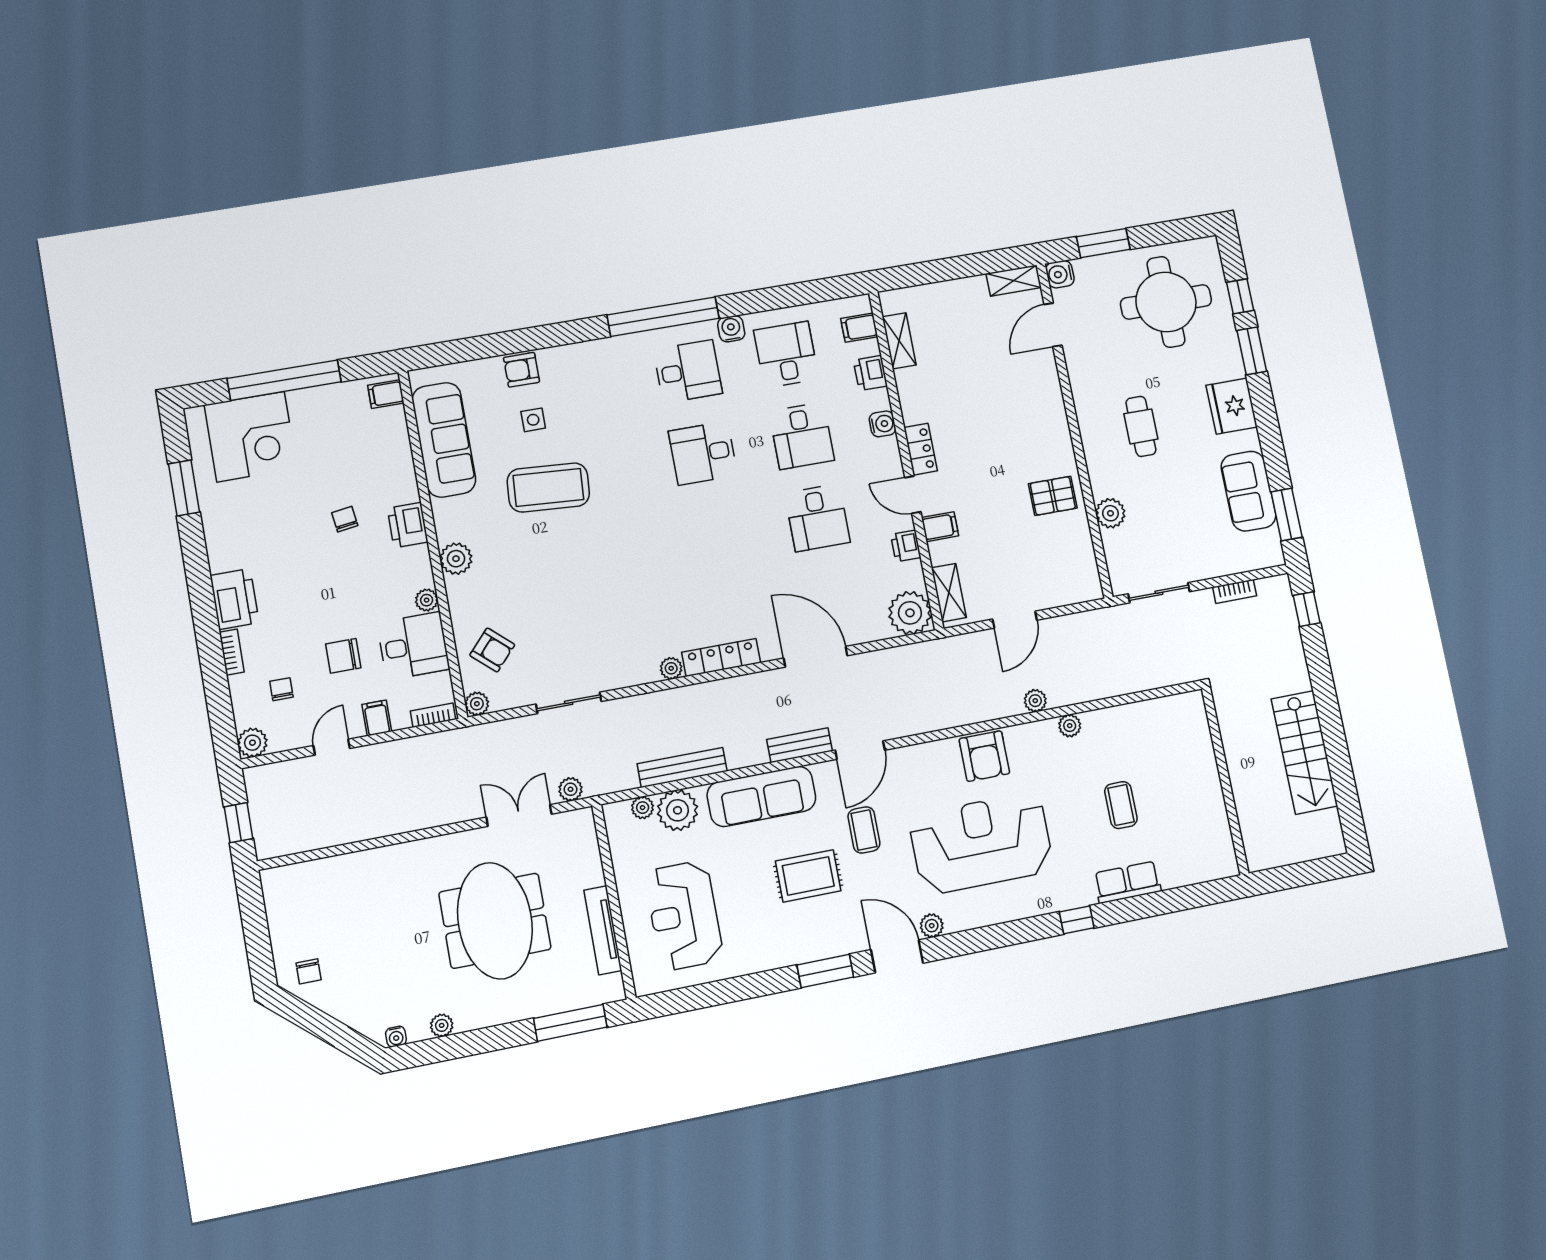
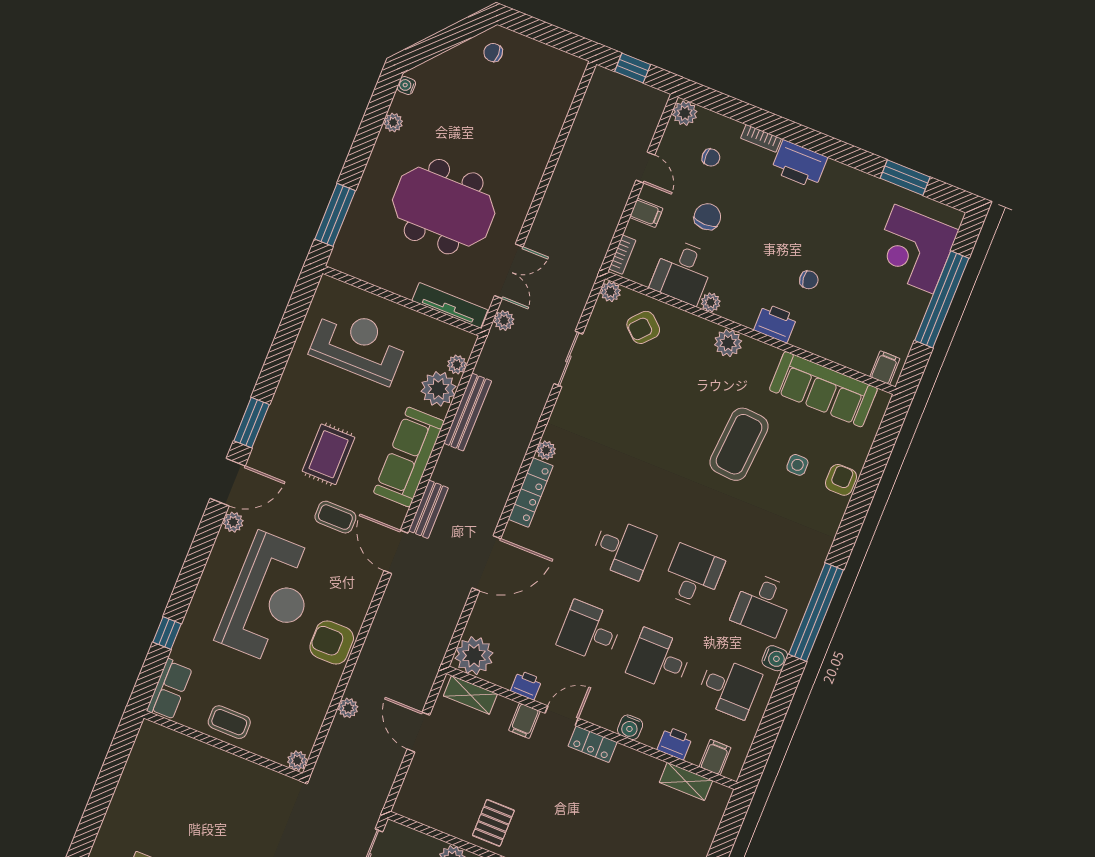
desk: (718, 535) -> (623, 548), added
plant: (1070, 726) -> (297, 761), moved
wall: (1225, 781) -> (223, 746), moved
tv unit: (603, 930) -> (450, 305), moved

